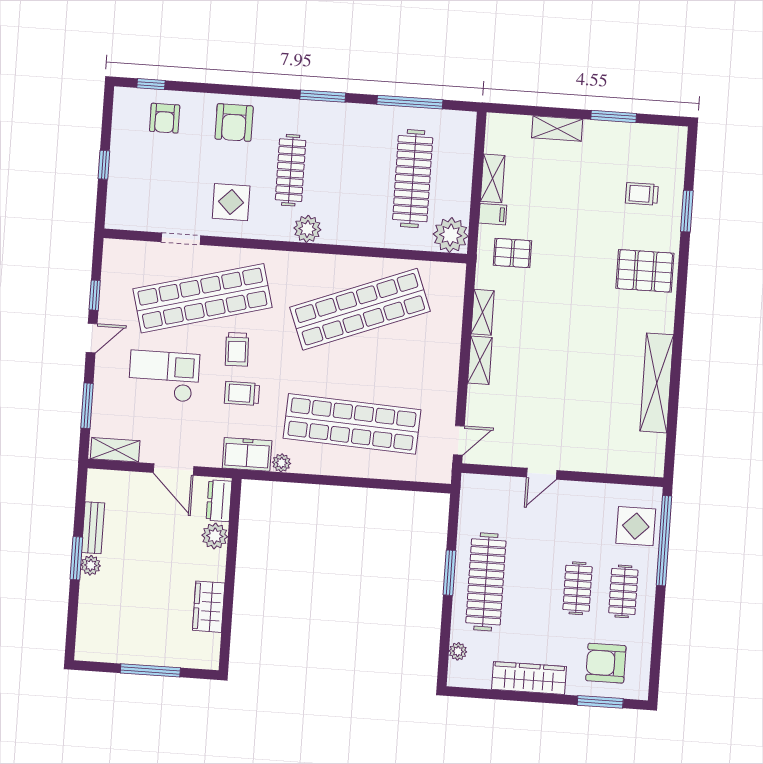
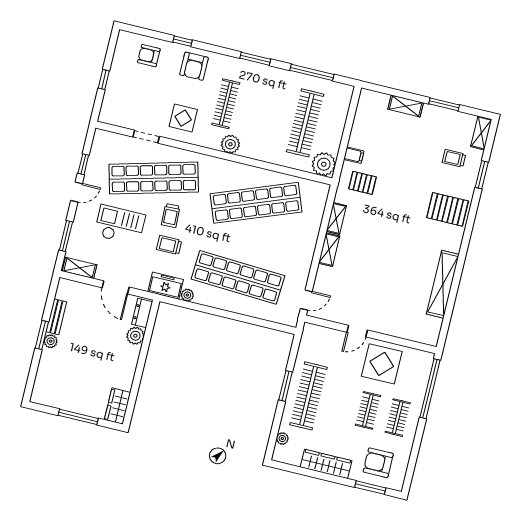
window: (151, 84) -> (182, 41), moved
armchair: (165, 118) -> (149, 56), turned 90
shelving: (493, 178) -> (481, 133), moved
display table: (636, 526) -> (382, 364), moved, width x1.36, depth x1.36
wardrobe: (209, 607) -> (118, 406), moved

